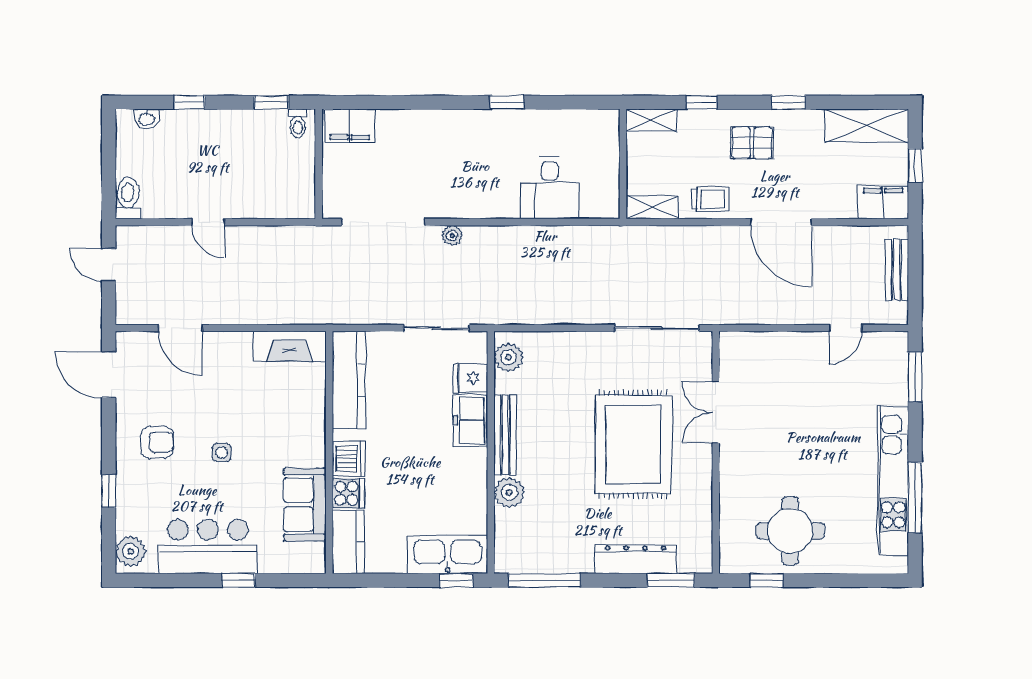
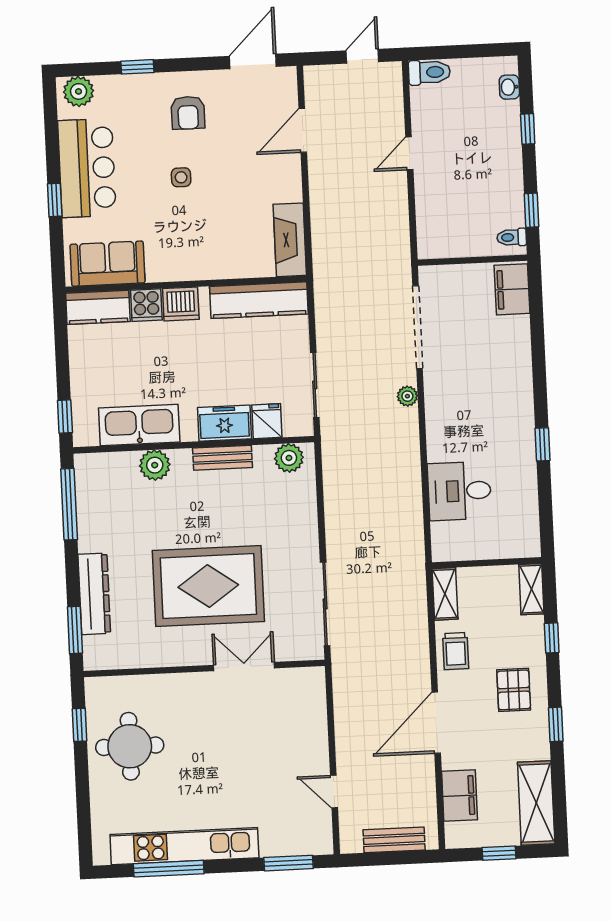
filing cabinet: (883, 202) -> (460, 796), moved
bench: (505, 435) -> (223, 458), width x0.73
sofa: (305, 505) -> (107, 264), moved
kitchen sink: (448, 555) -> (139, 425), moved, turned -90

